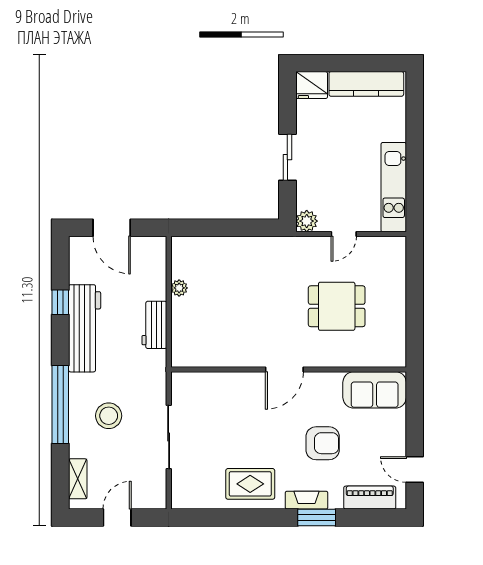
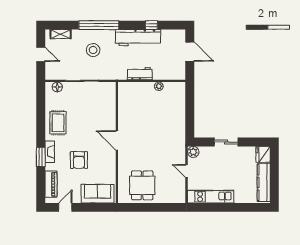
door: (112, 228) -> (190, 52), swing flipped
dining table: (337, 306) -> (142, 185), moved
sofa: (375, 390) -> (97, 194), moved, turned 90
floor lamp: (181, 485) -> (57, 87), added

